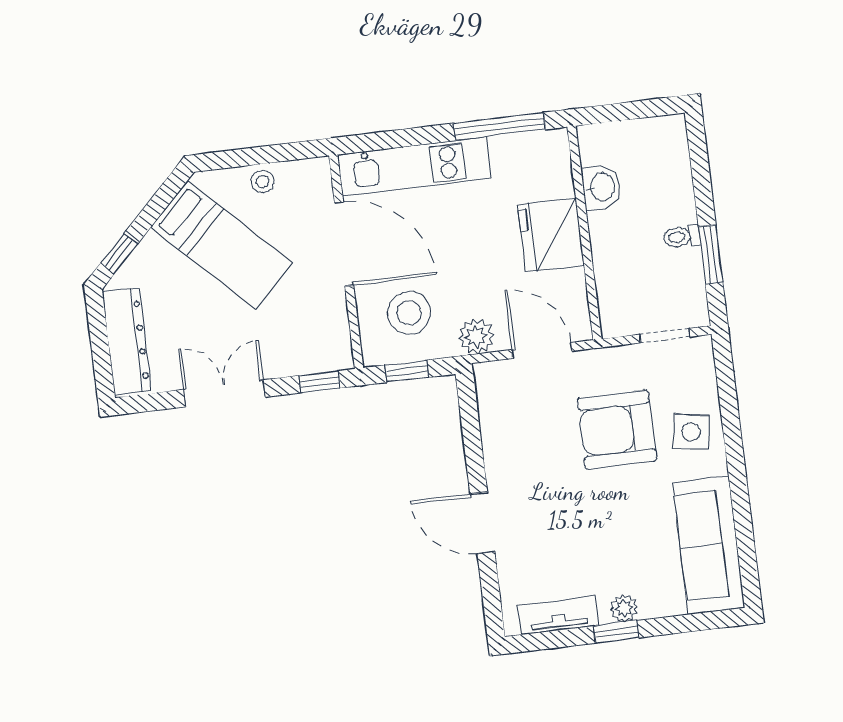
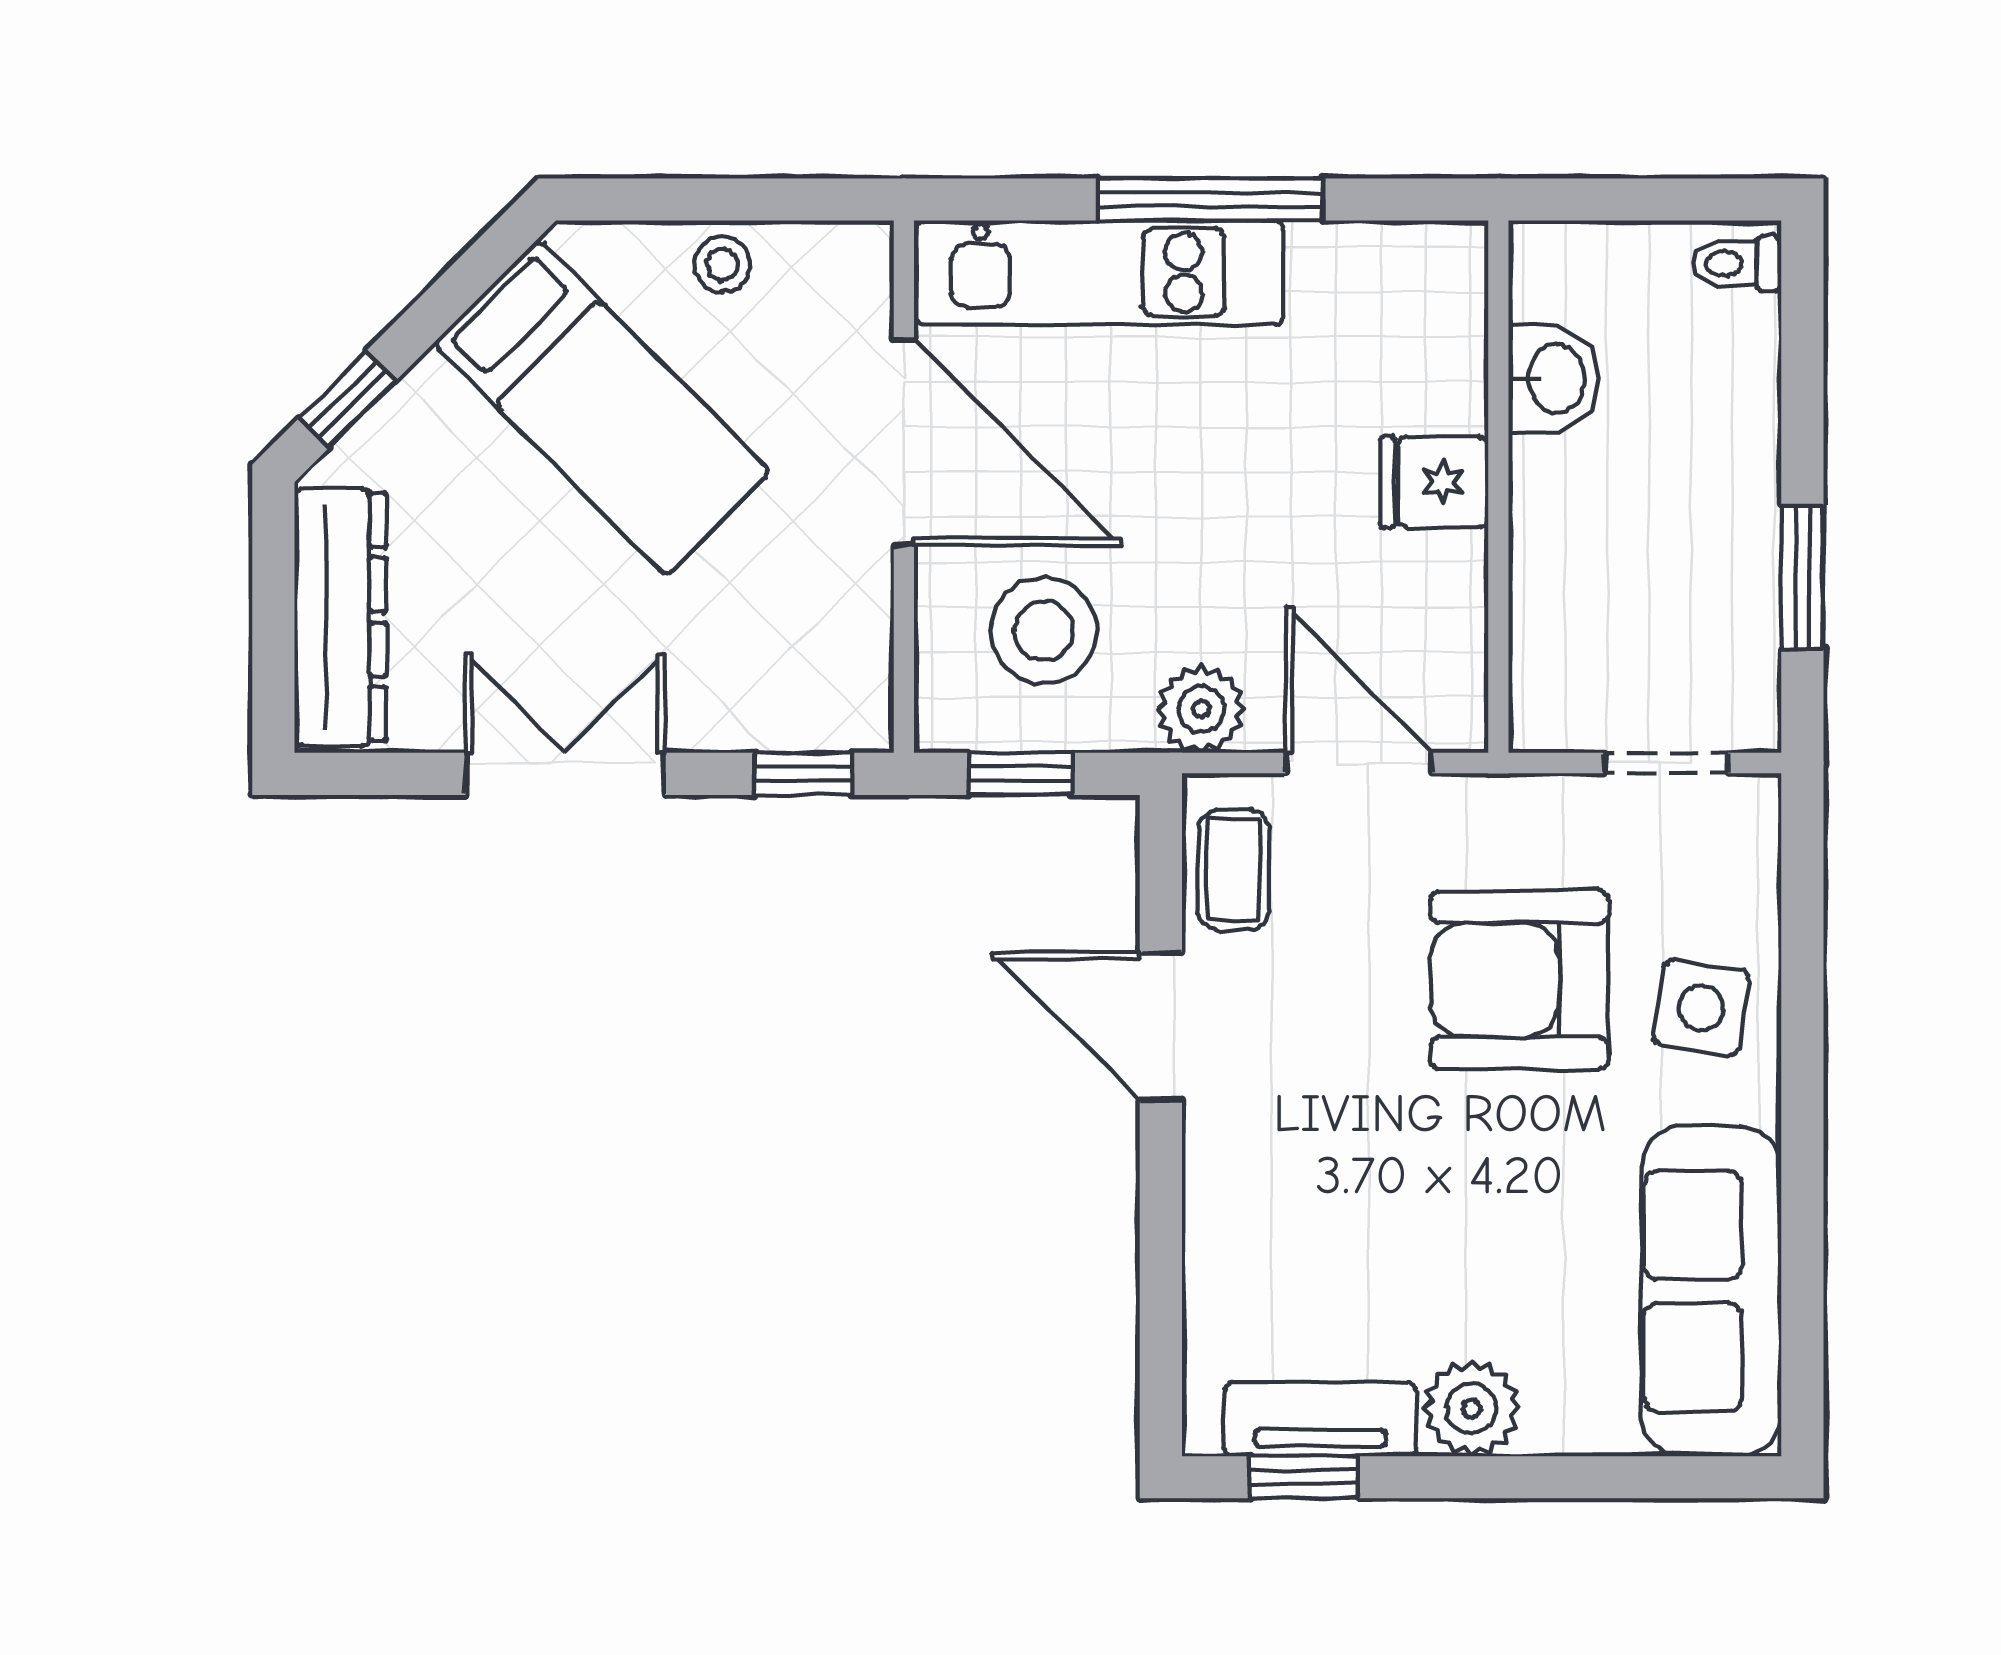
window: (499, 126) -> (1211, 199), moved
fridge: (551, 235) -> (1434, 482), width x0.53, depth x0.75
toilet: (682, 237) -> (1736, 263), moved
coffee table: (497, 399) -> (1234, 870), added
door: (482, 523) -> (1161, 1026), moved
plant: (624, 608) -> (1471, 1409), width x1.38, depth x1.38
window: (616, 632) -> (1304, 1477), moved

